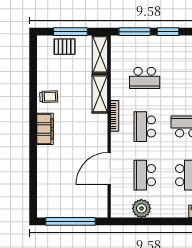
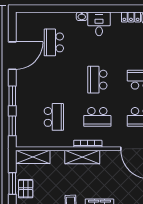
window: (70, 32) -> (12, 184), width x0.69
window: (135, 32) -> (12, 126), width x0.69
shelving: (100, 94) -> (82, 157), moved

